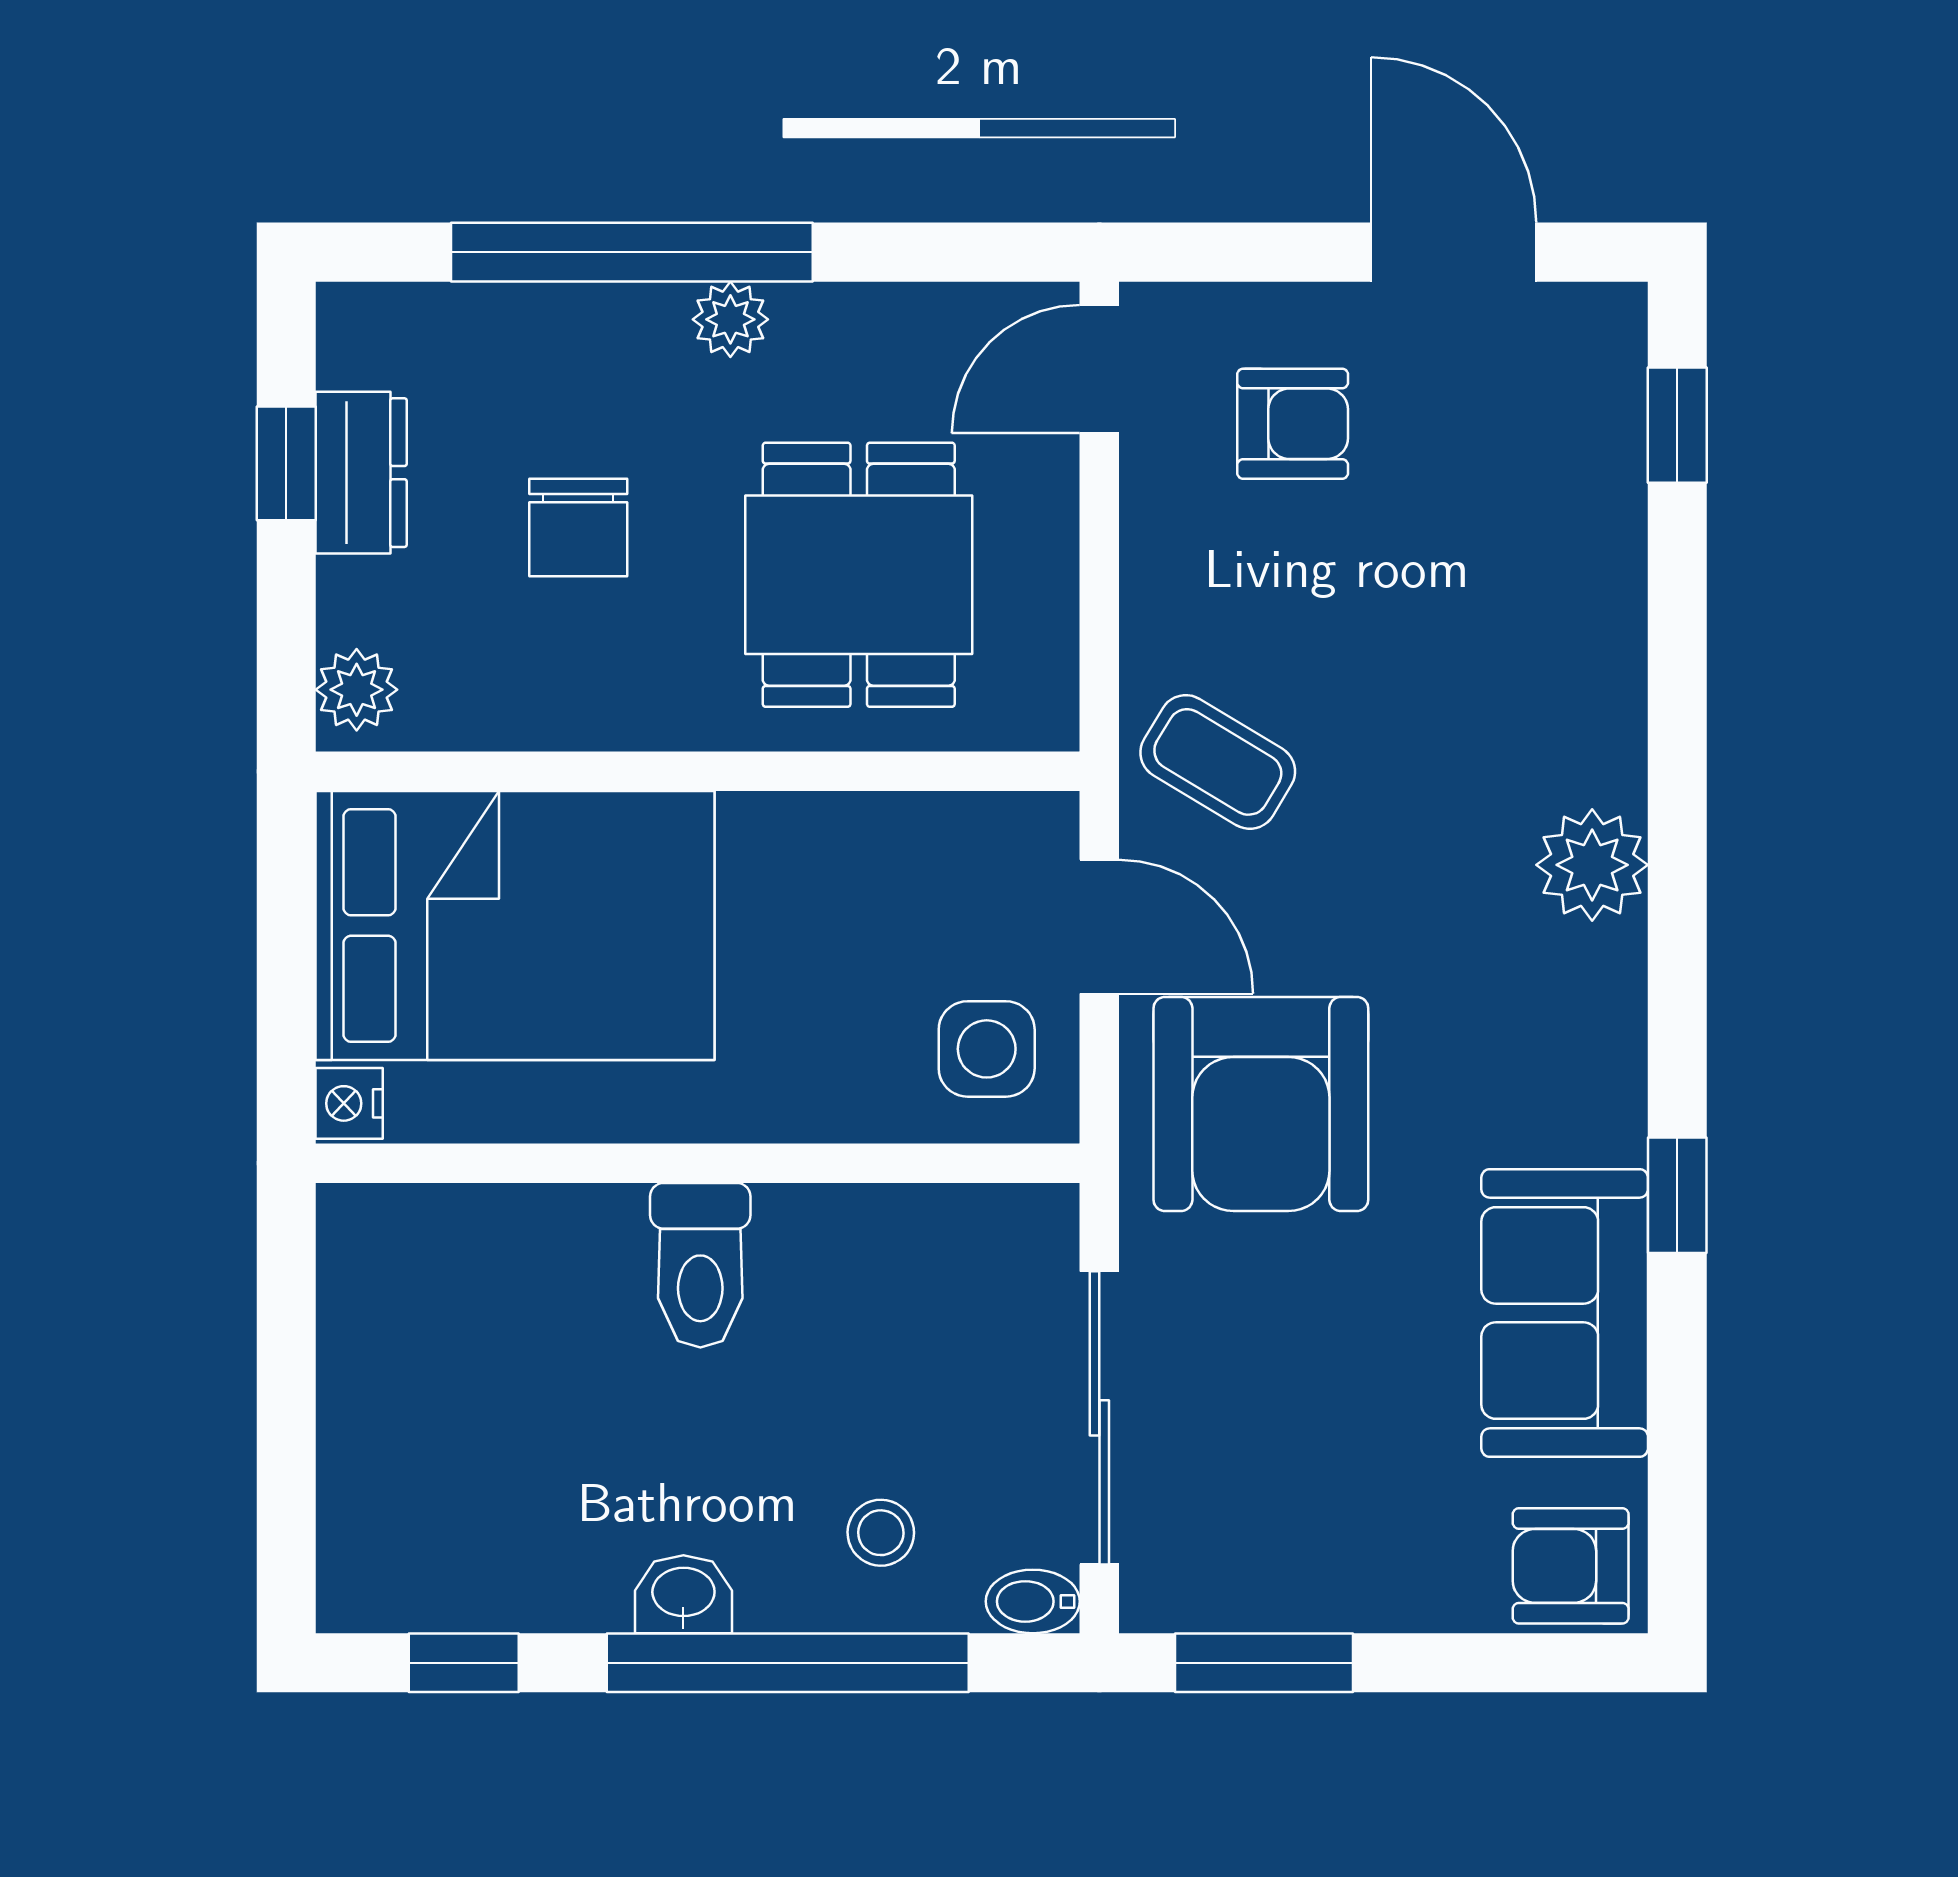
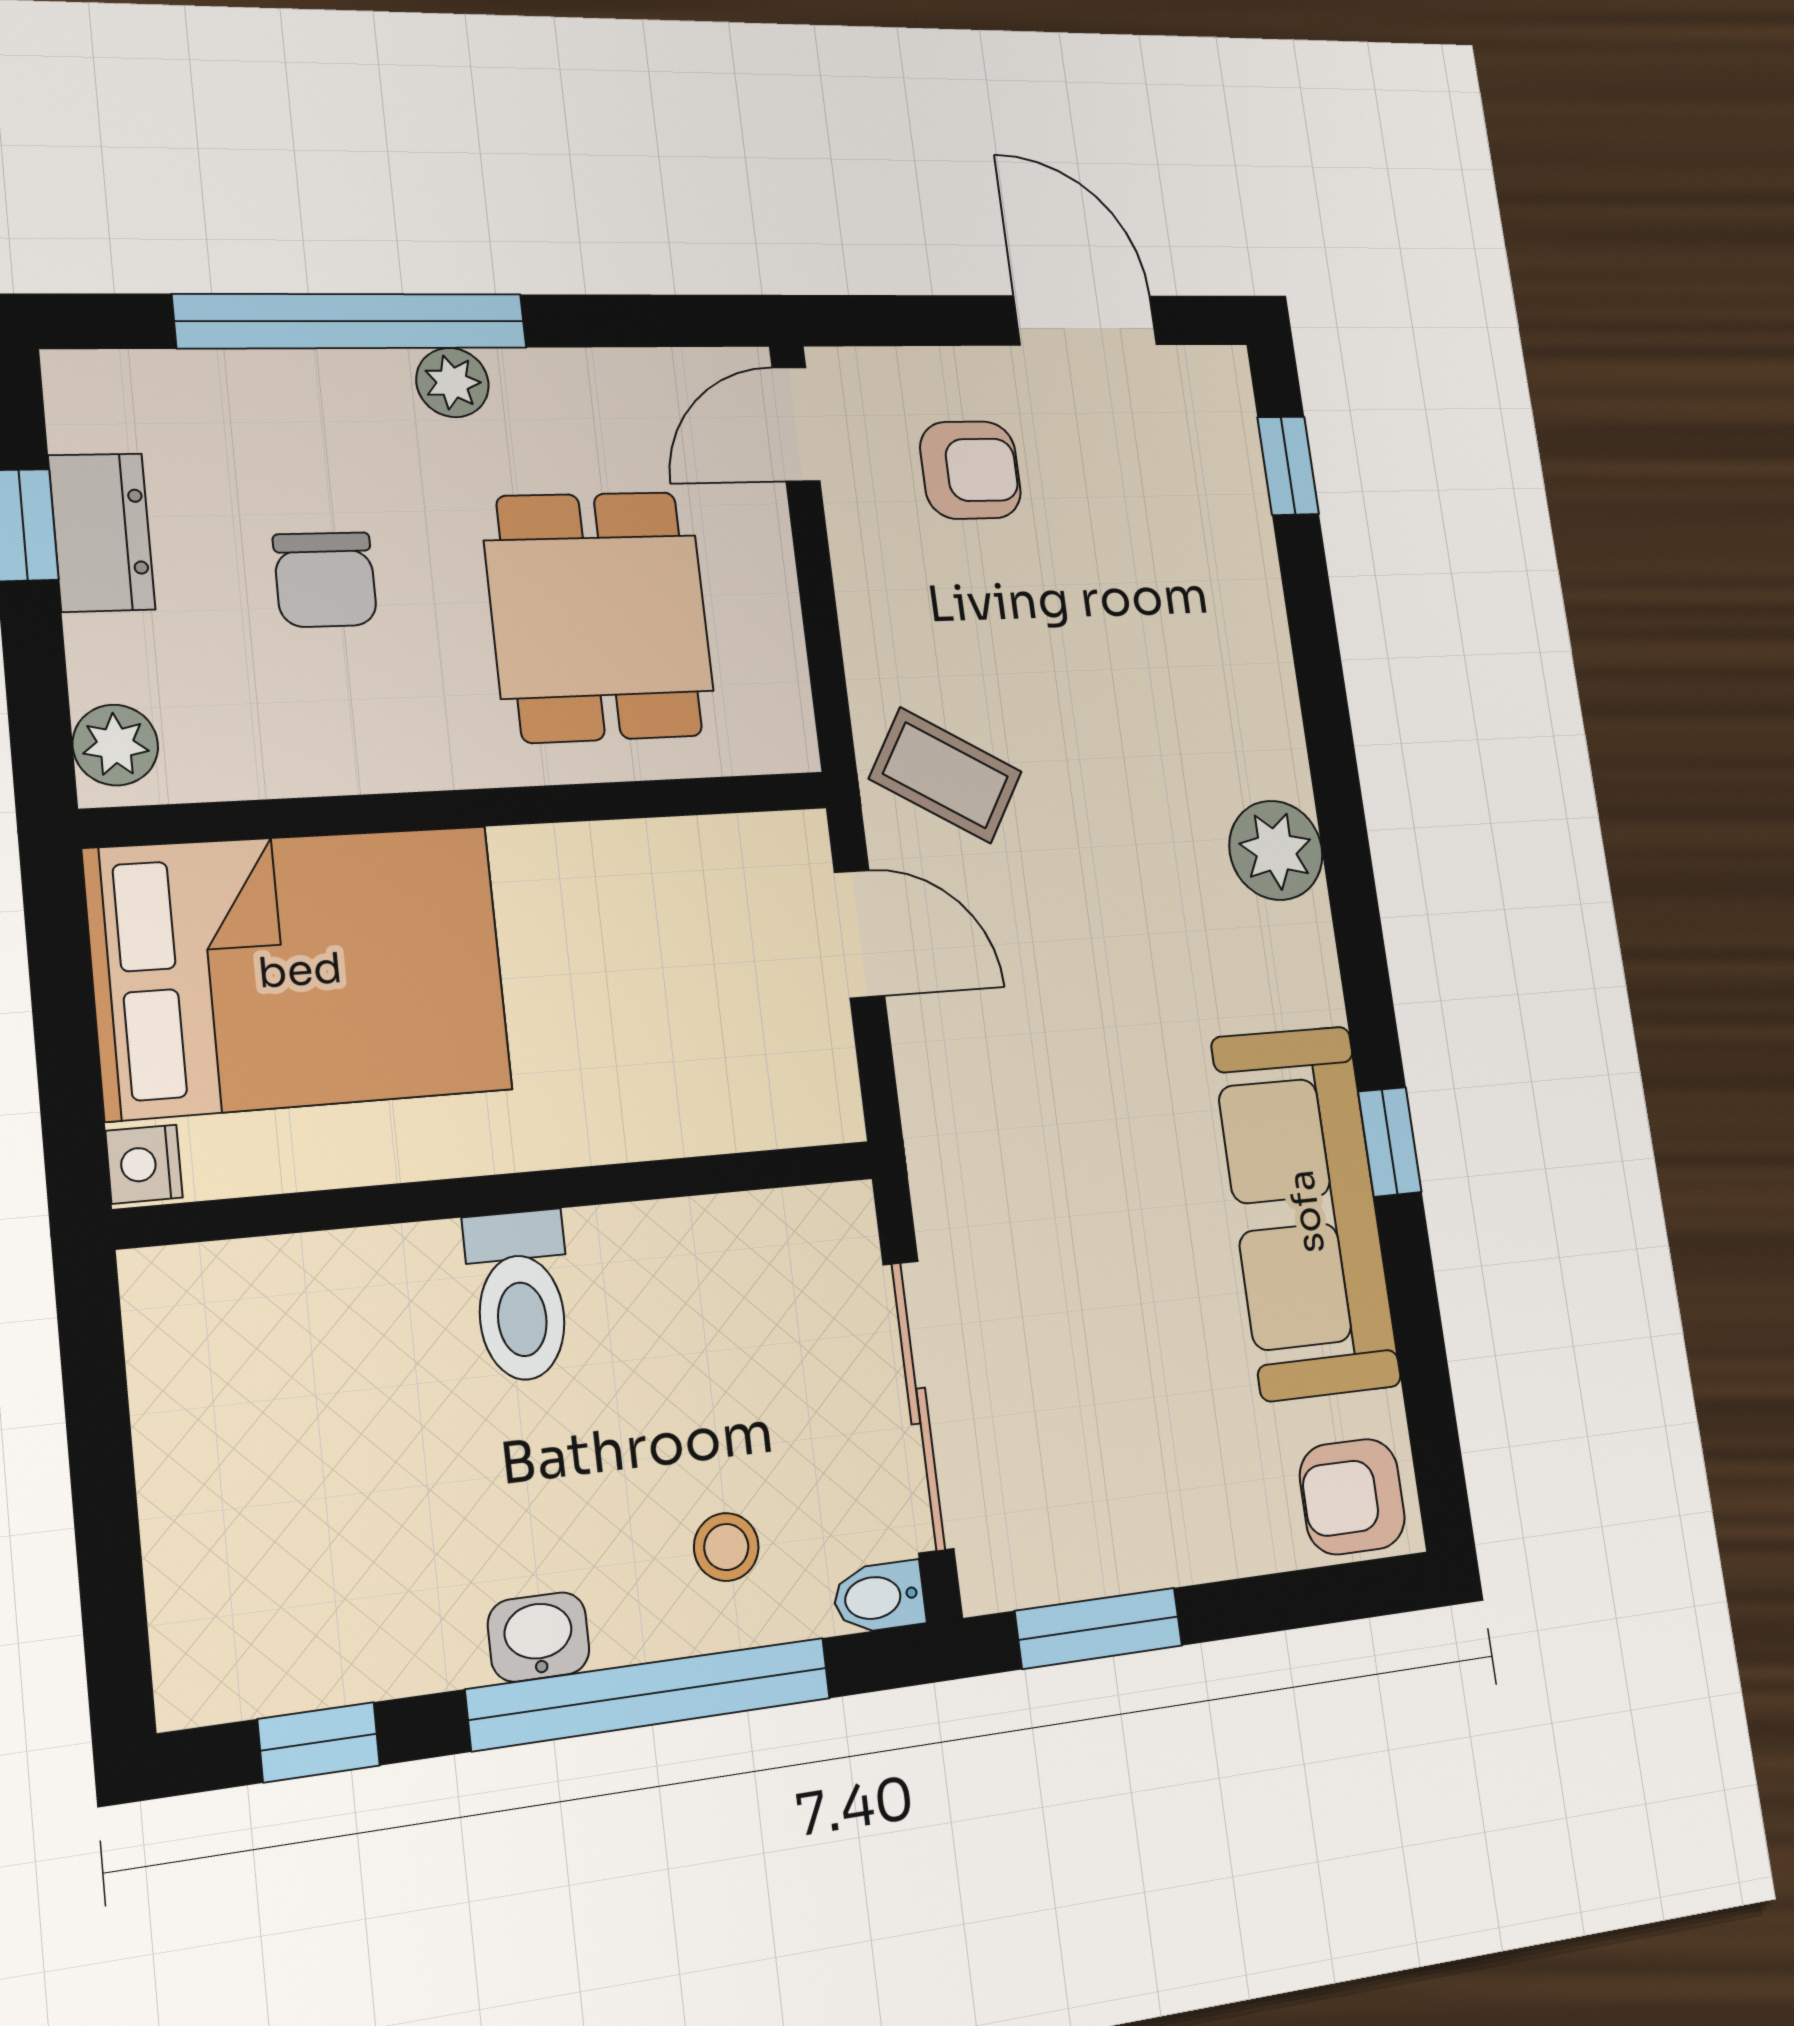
side table: (987, 1049) -> (771, 1058), removed
armchair: (1261, 1104) -> (1025, 1089), removed
sofa: (1565, 1313) -> (1306, 1211), width x1.36

